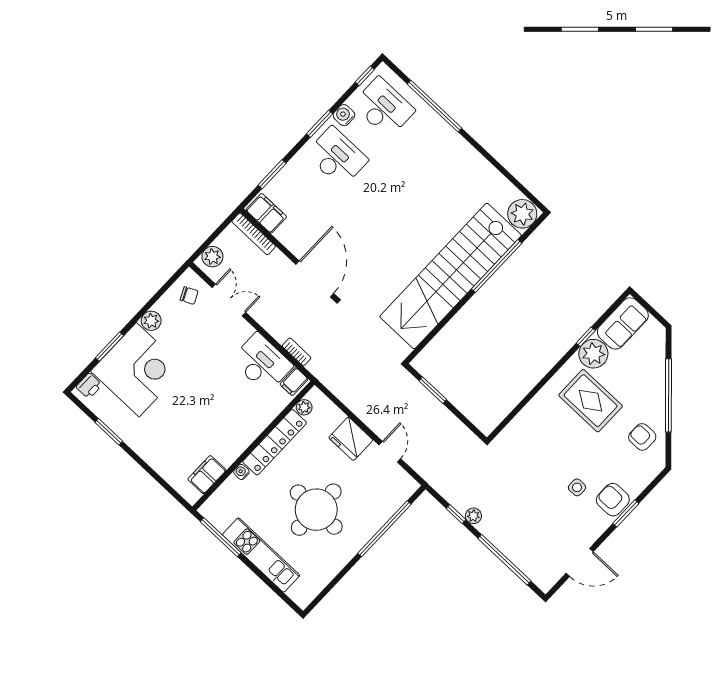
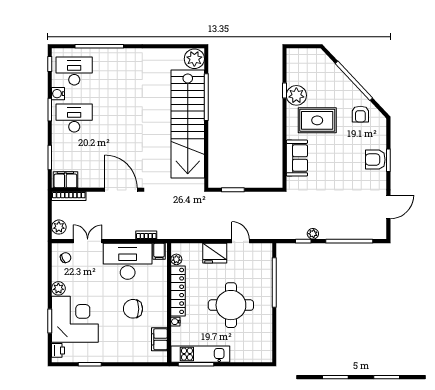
sofa: (623, 323) -> (297, 158), moved
desk: (262, 363) -> (128, 261), width x1.36, depth x1.30
chair: (209, 416) -> (133, 309), added
armchair: (642, 437) -> (360, 114), turned -90
side table: (577, 487) -> (351, 170), removed
kitchen unit: (261, 555) -> (200, 354), moved

